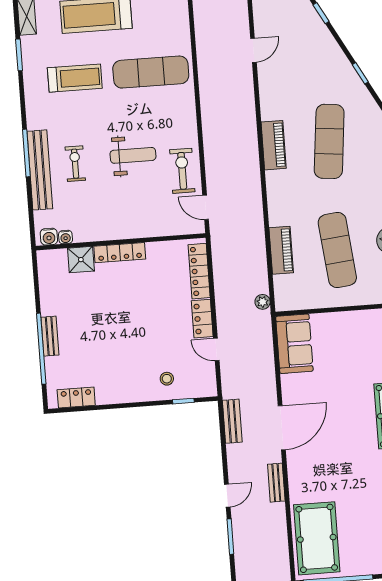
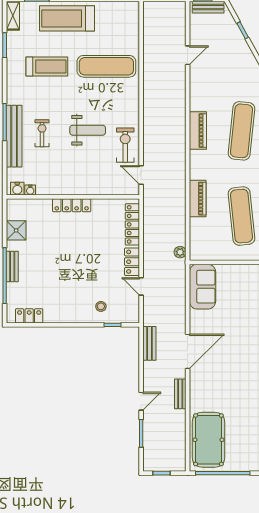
piano: (281, 250) -> (198, 199), moved
shower: (81, 260) -> (16, 230), moved

